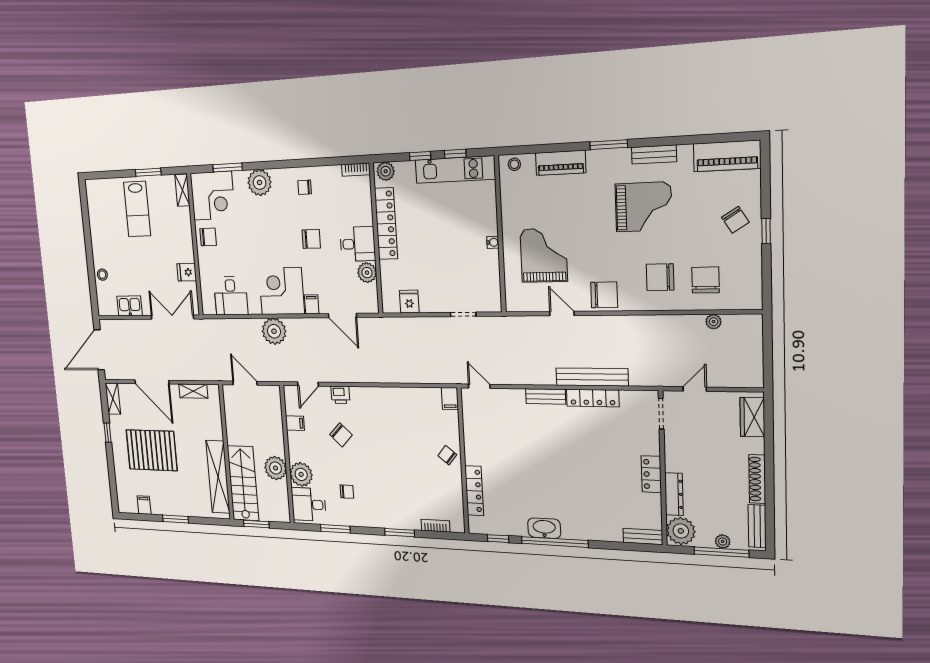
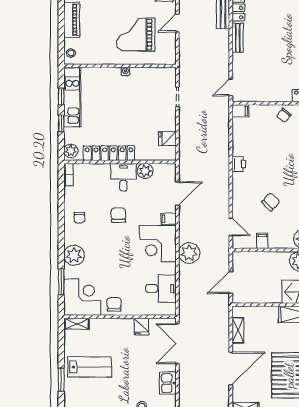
window: (148, 172) -> (61, 380), moved
printer: (340, 395) -> (239, 164), moved

